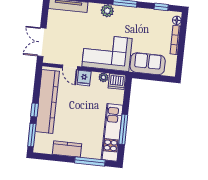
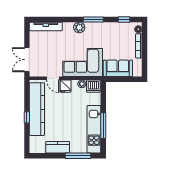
window: (32, 135) -> (27, 139), removed

